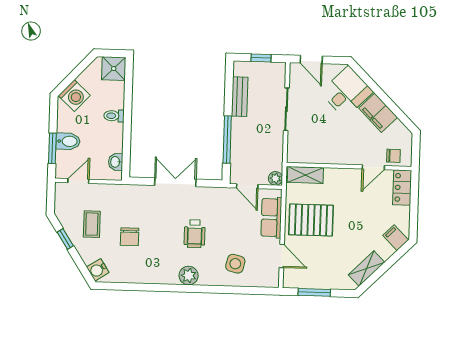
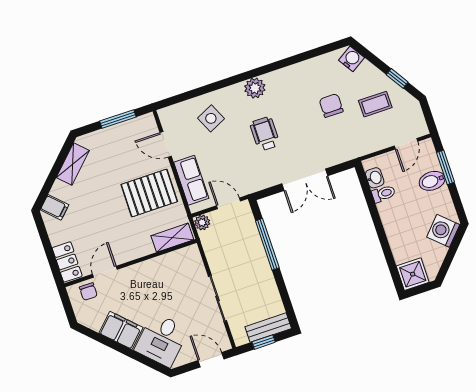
bench: (240, 97) -> (268, 328), moved, turned 90
toilet: (114, 116) -> (384, 194), moved
chair: (393, 156) -> (88, 292), turned -90
coffee table: (92, 224) -> (375, 104), turned 90
side table: (235, 264) -> (211, 118), turned -38

